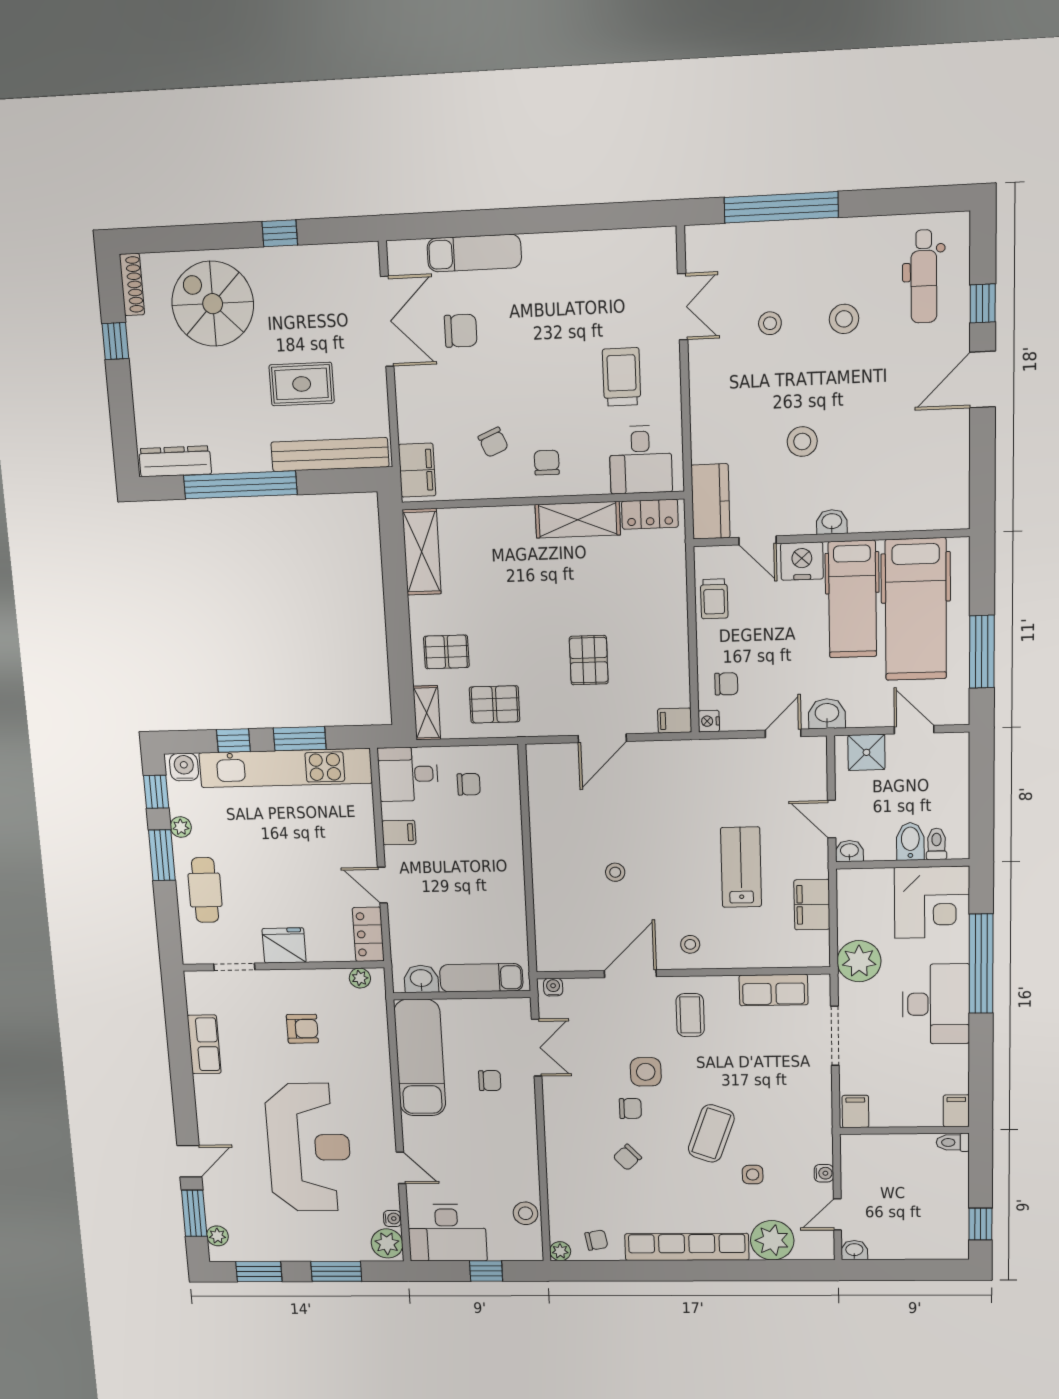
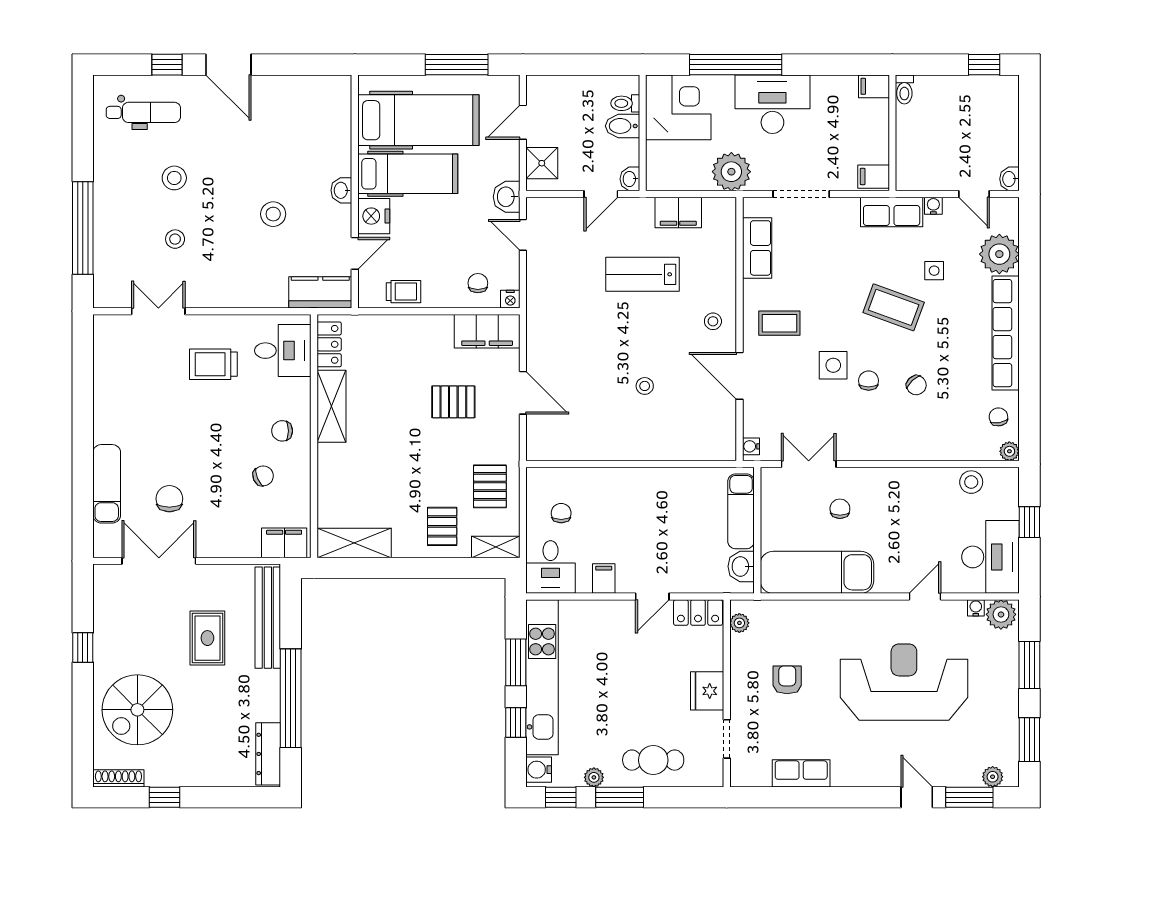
filing cabinet: (675, 721) -> (487, 331), width x3.00, depth x1.17
row of seats: (816, 1130) -> (892, 212), added

